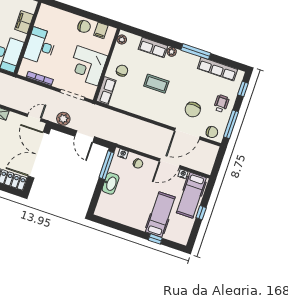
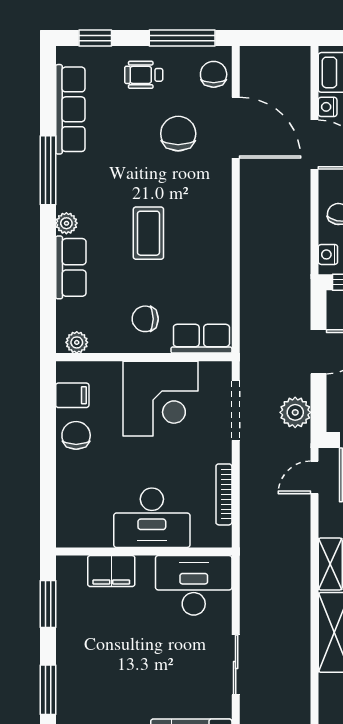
chair: (193, 110) -> (178, 134), turned -90
door: (34, 118) -> (314, 477), hinge flipped

